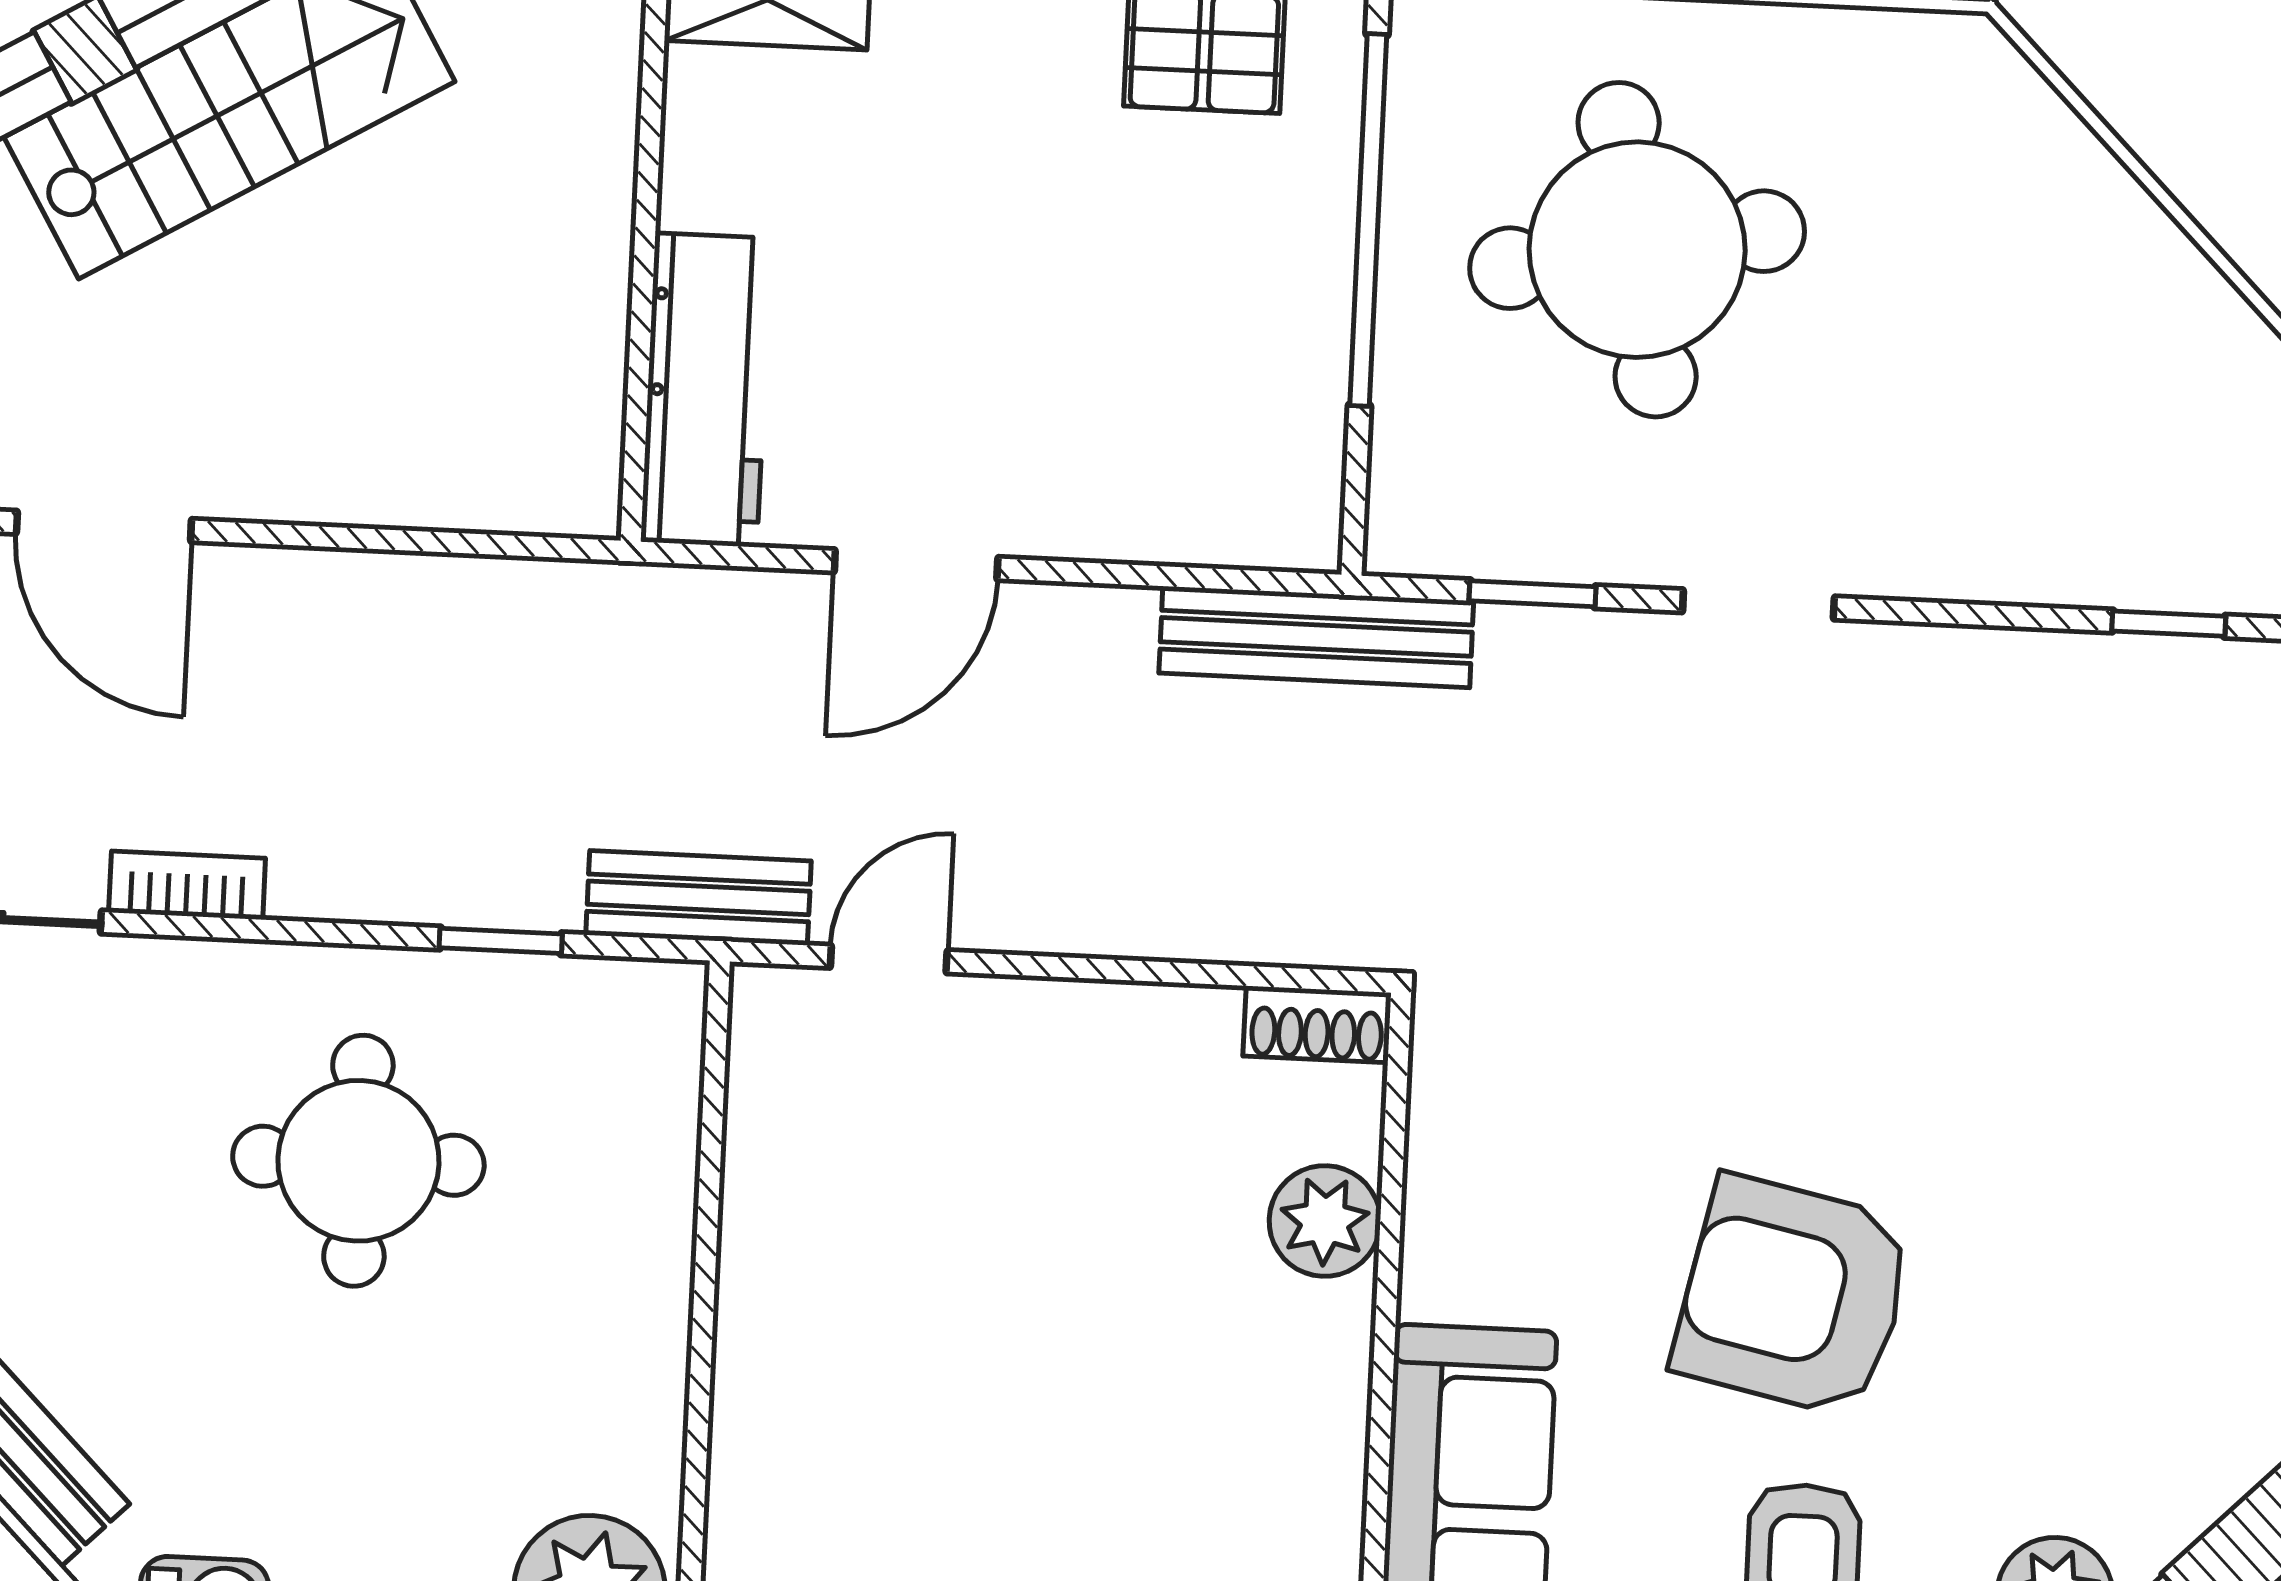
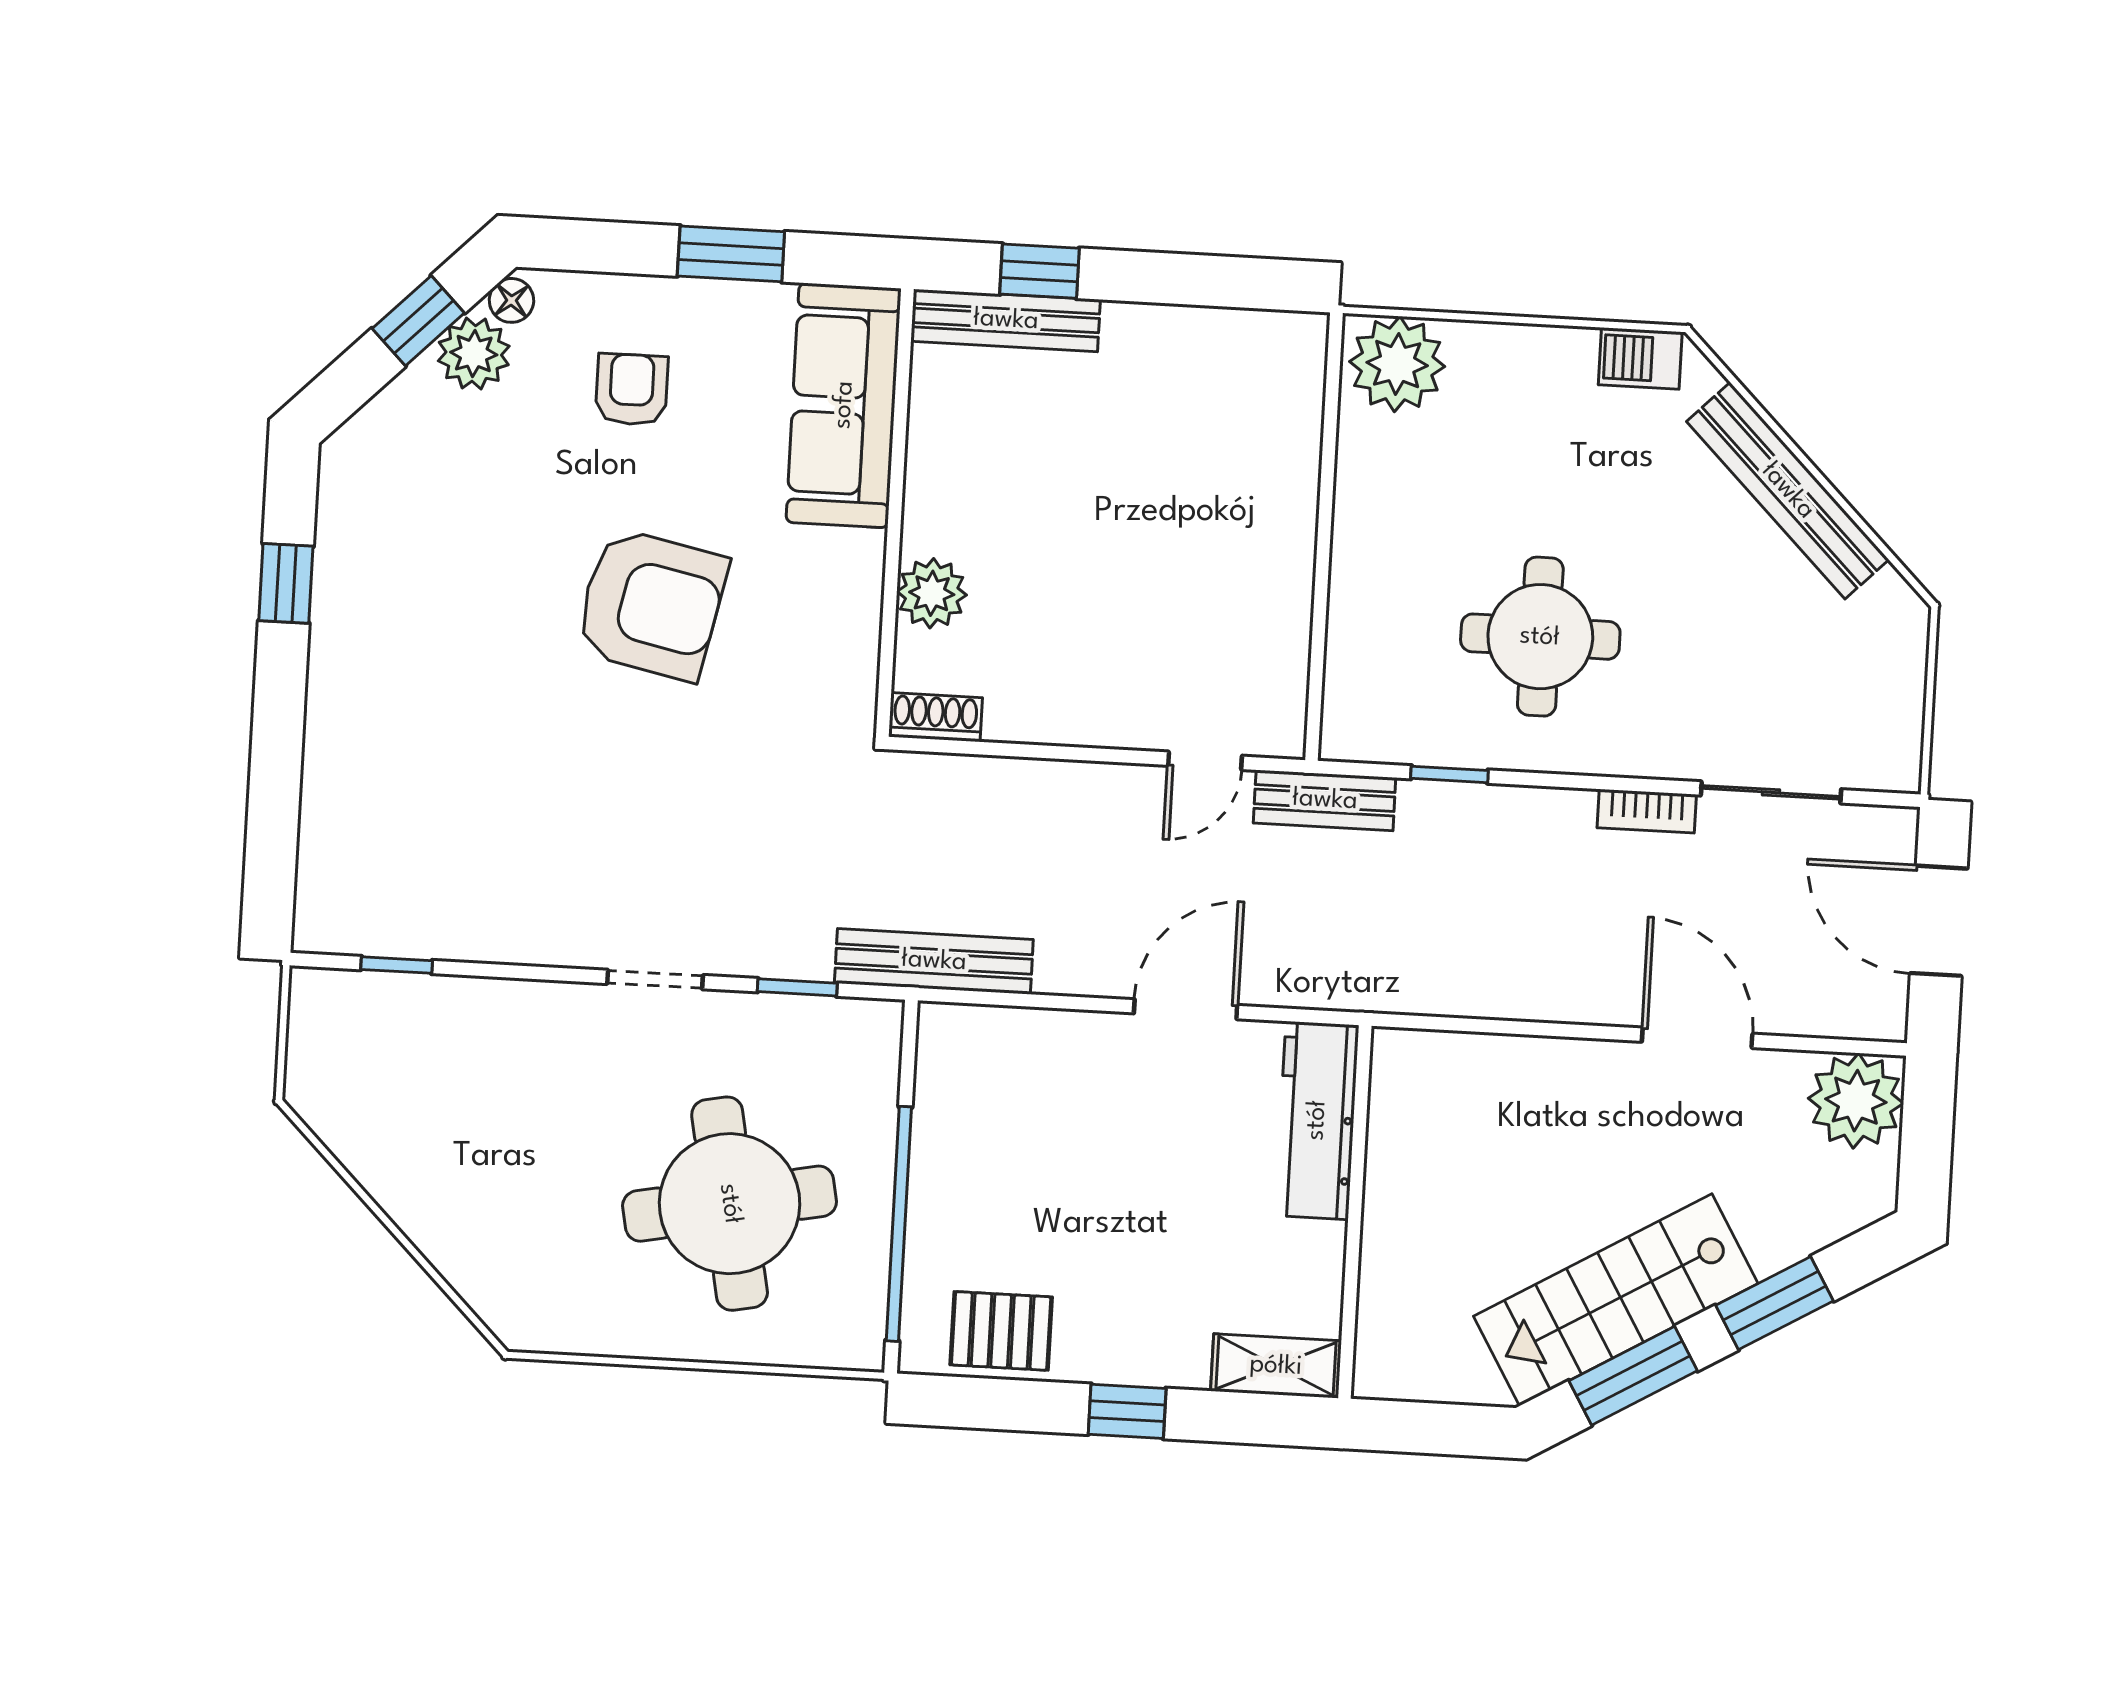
armchair: (1794, 1296) -> (651, 604), moved

